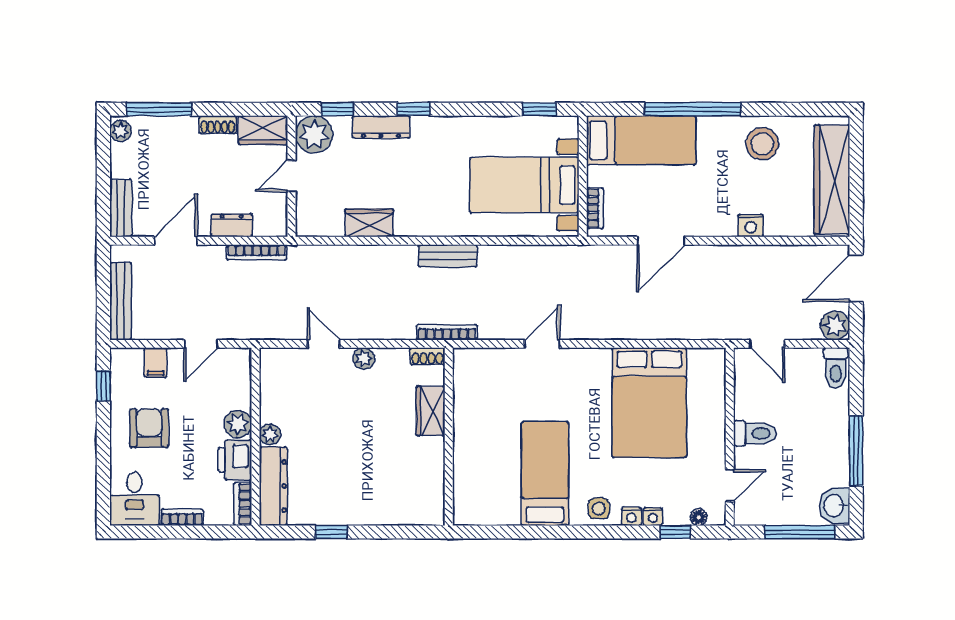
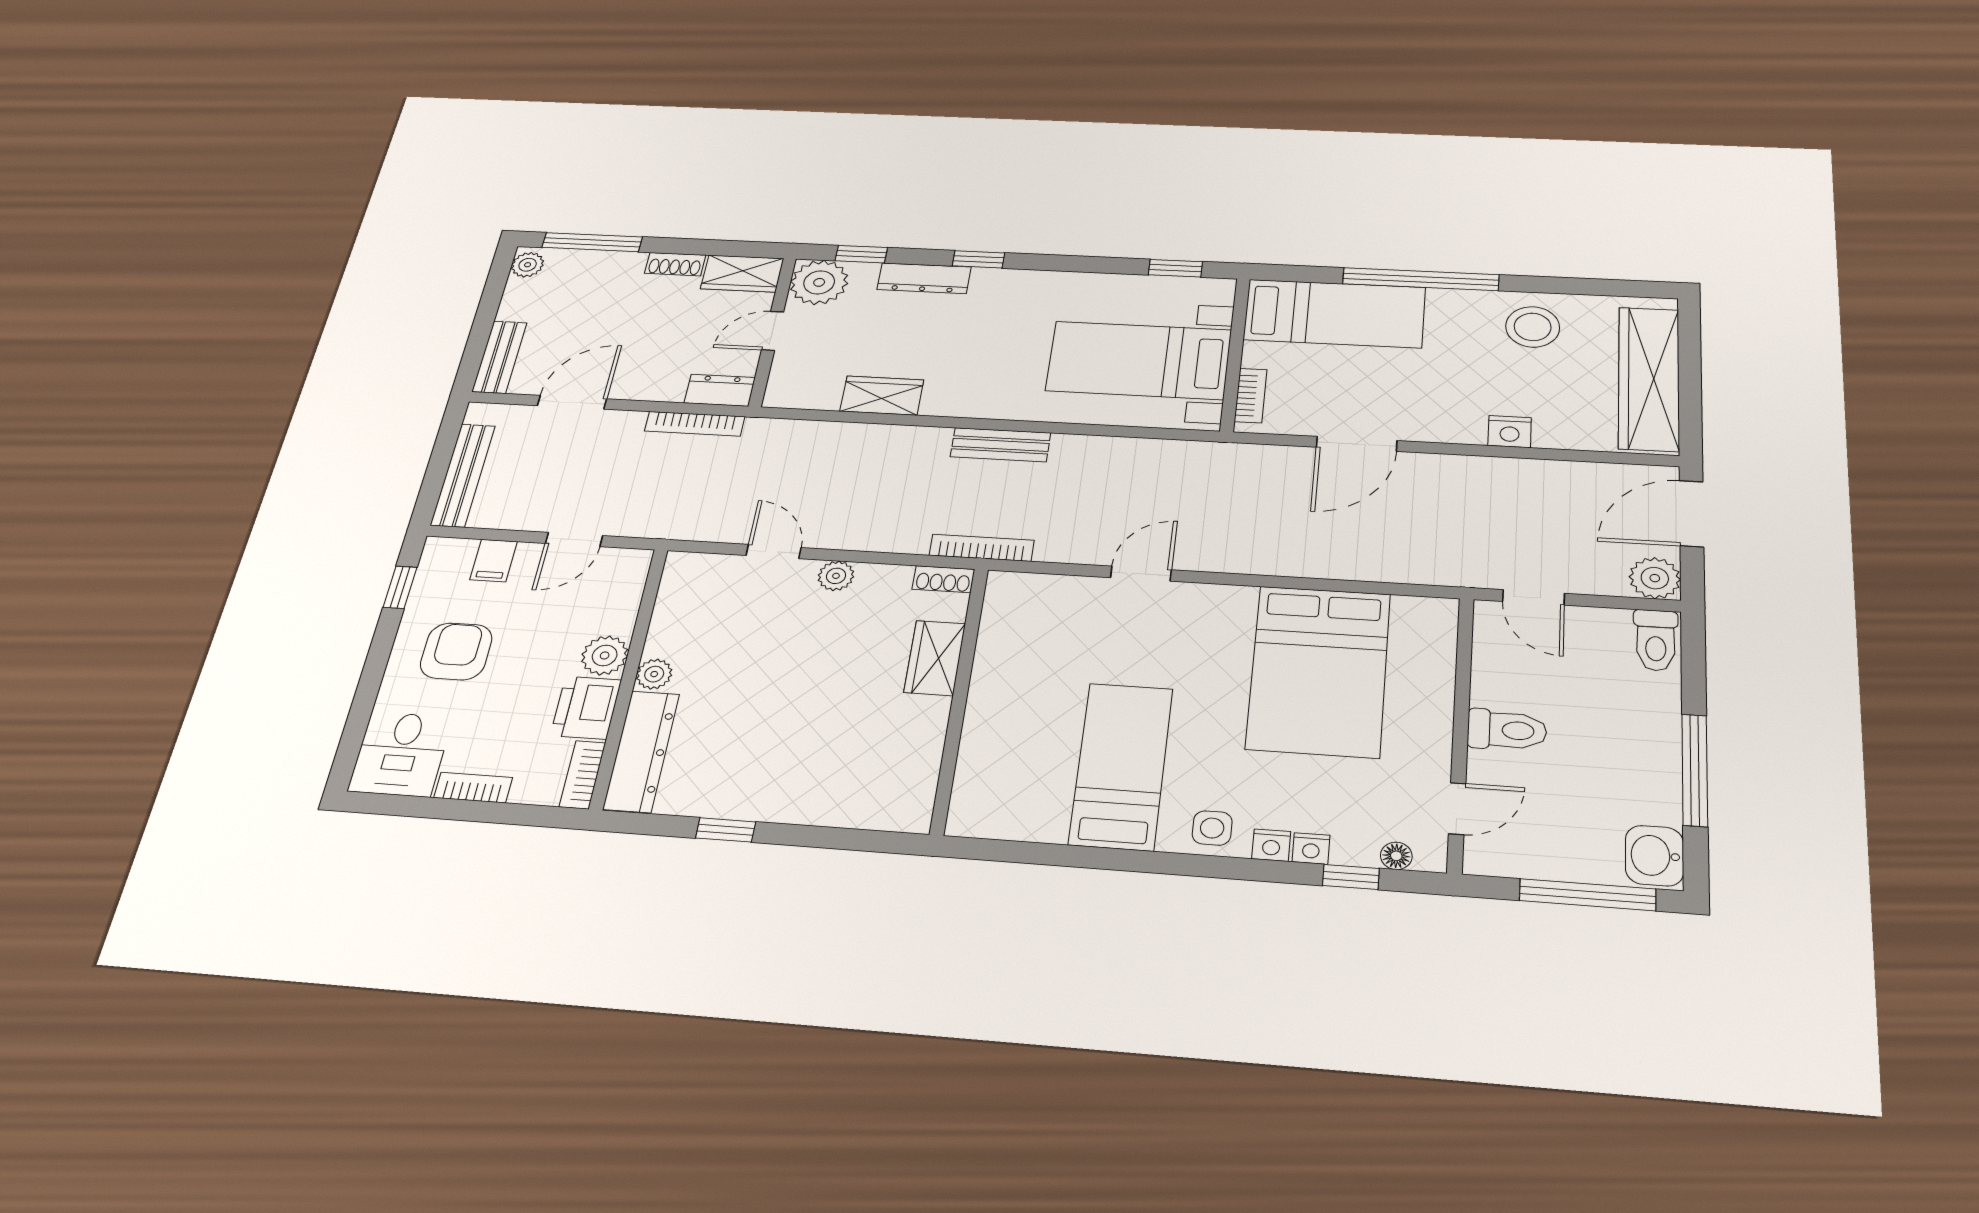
dresser: (232, 225) -> (720, 390), moved

